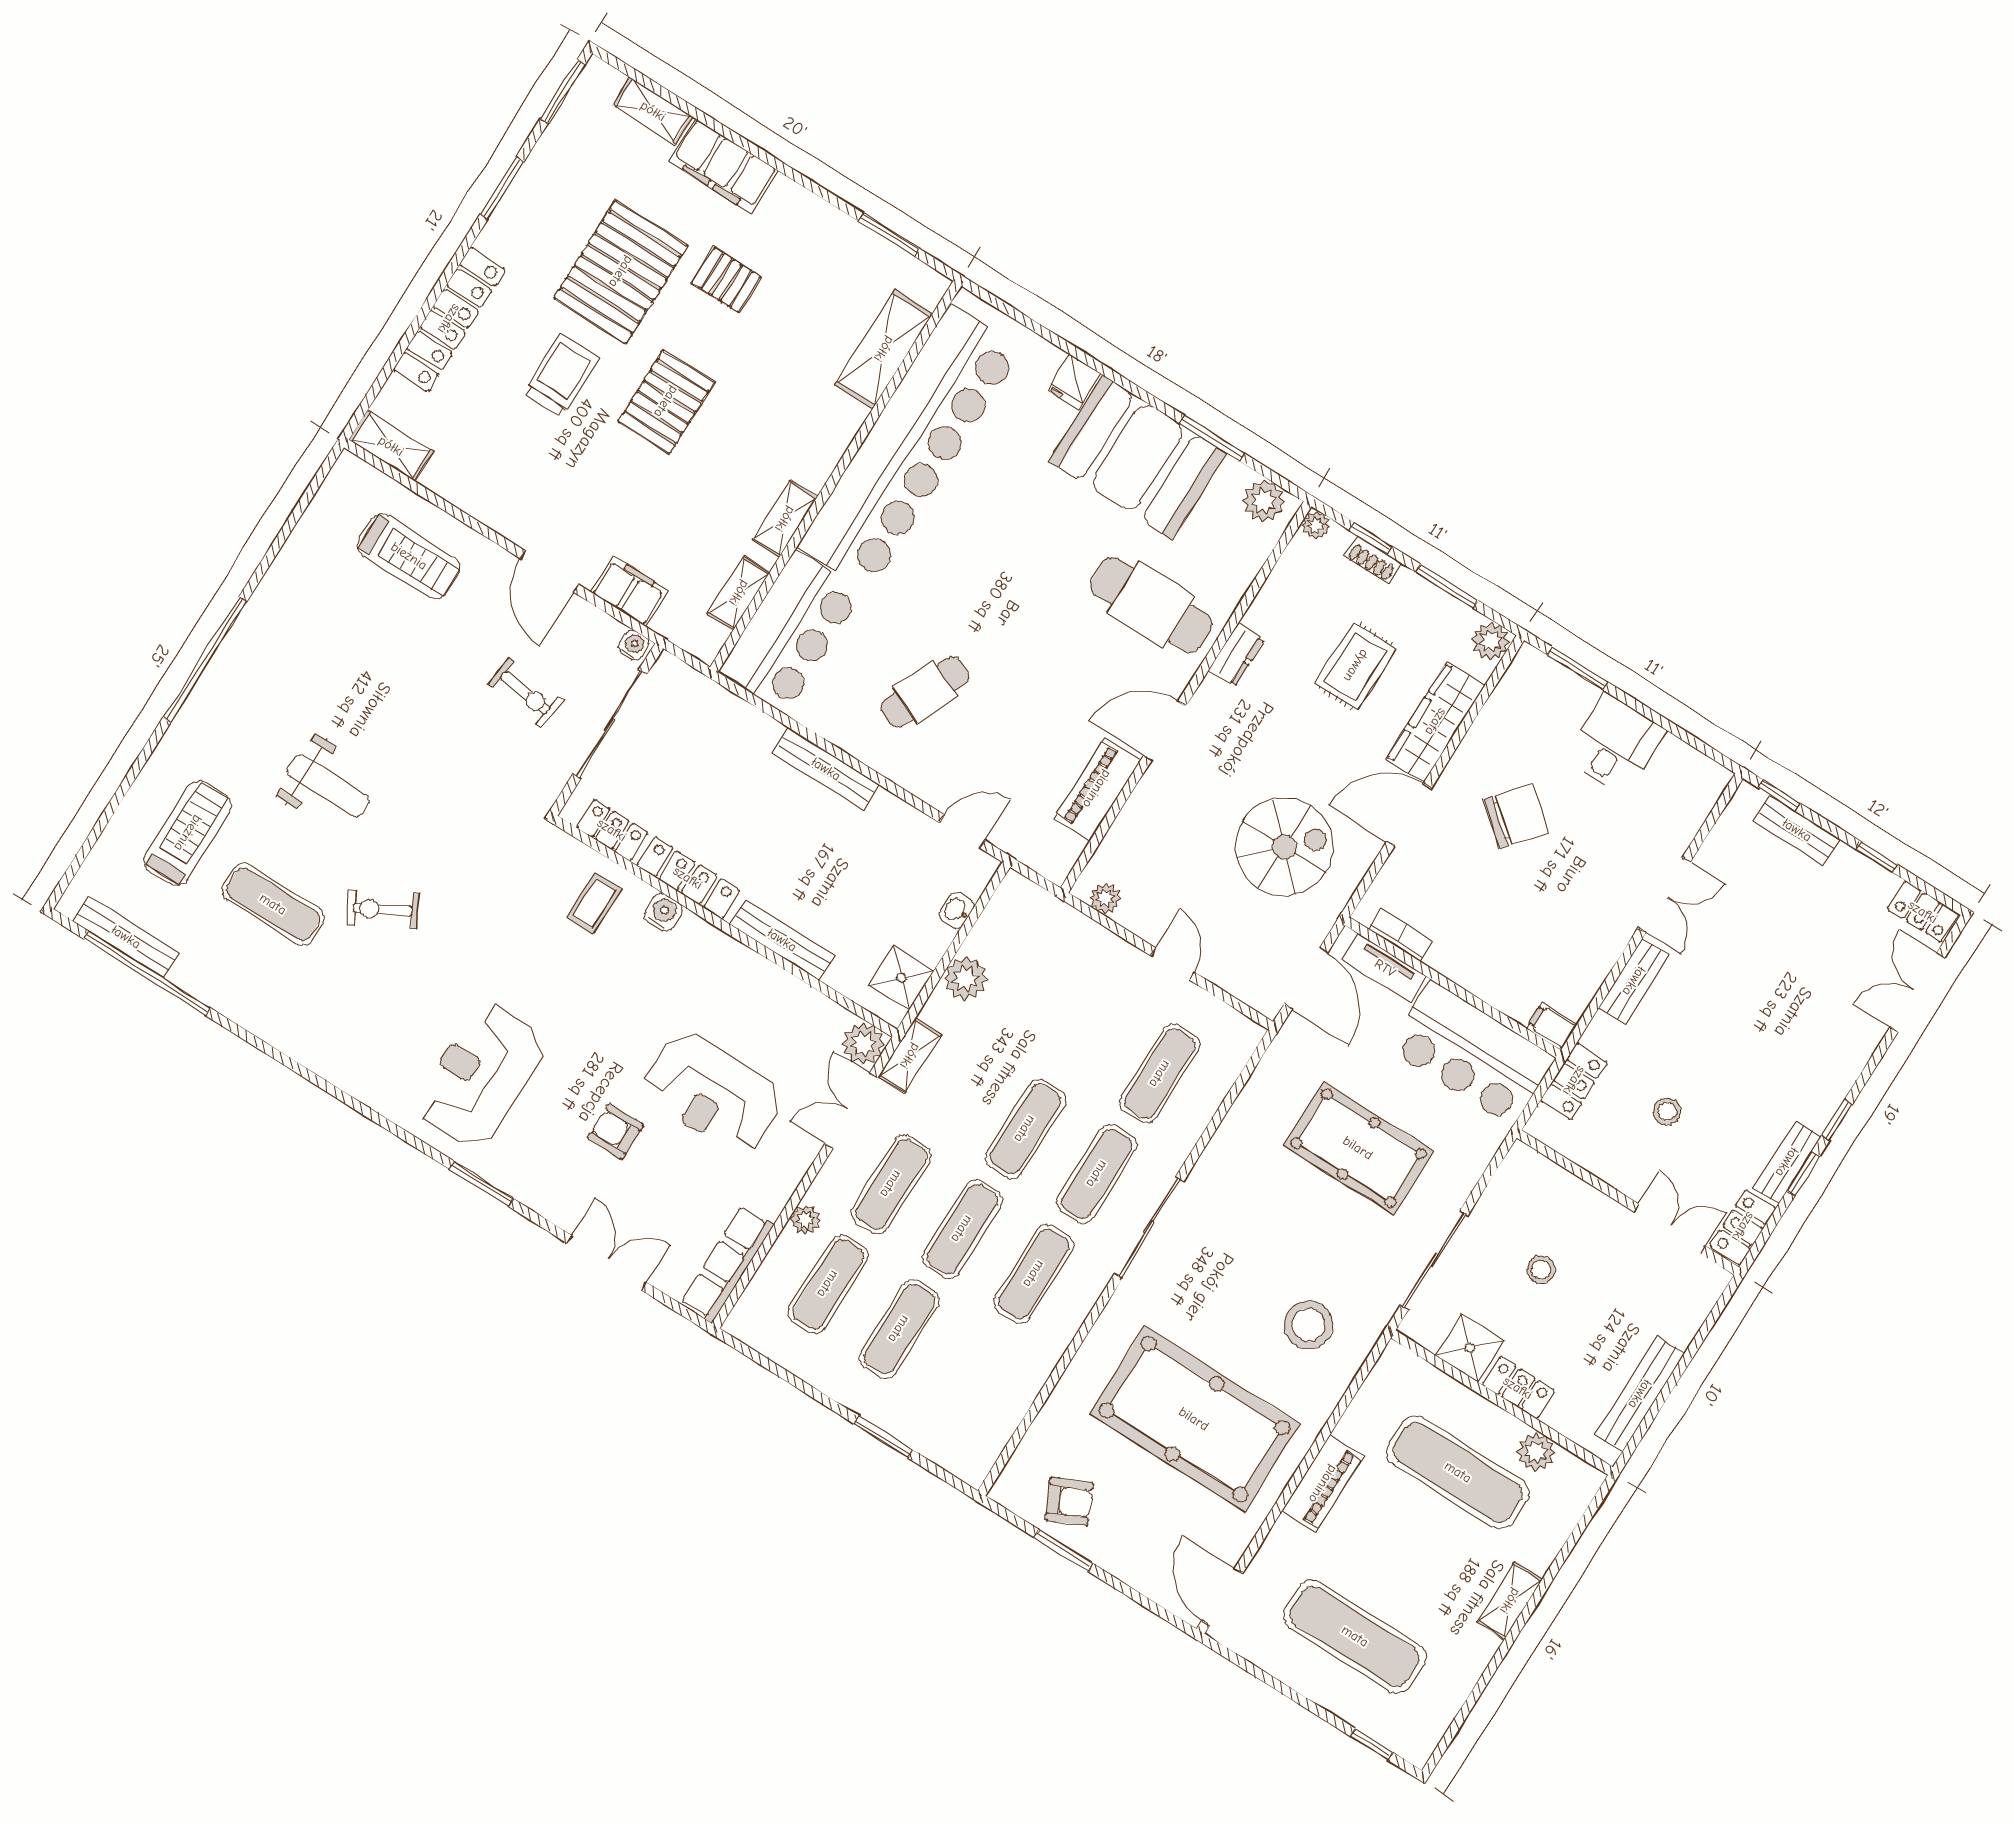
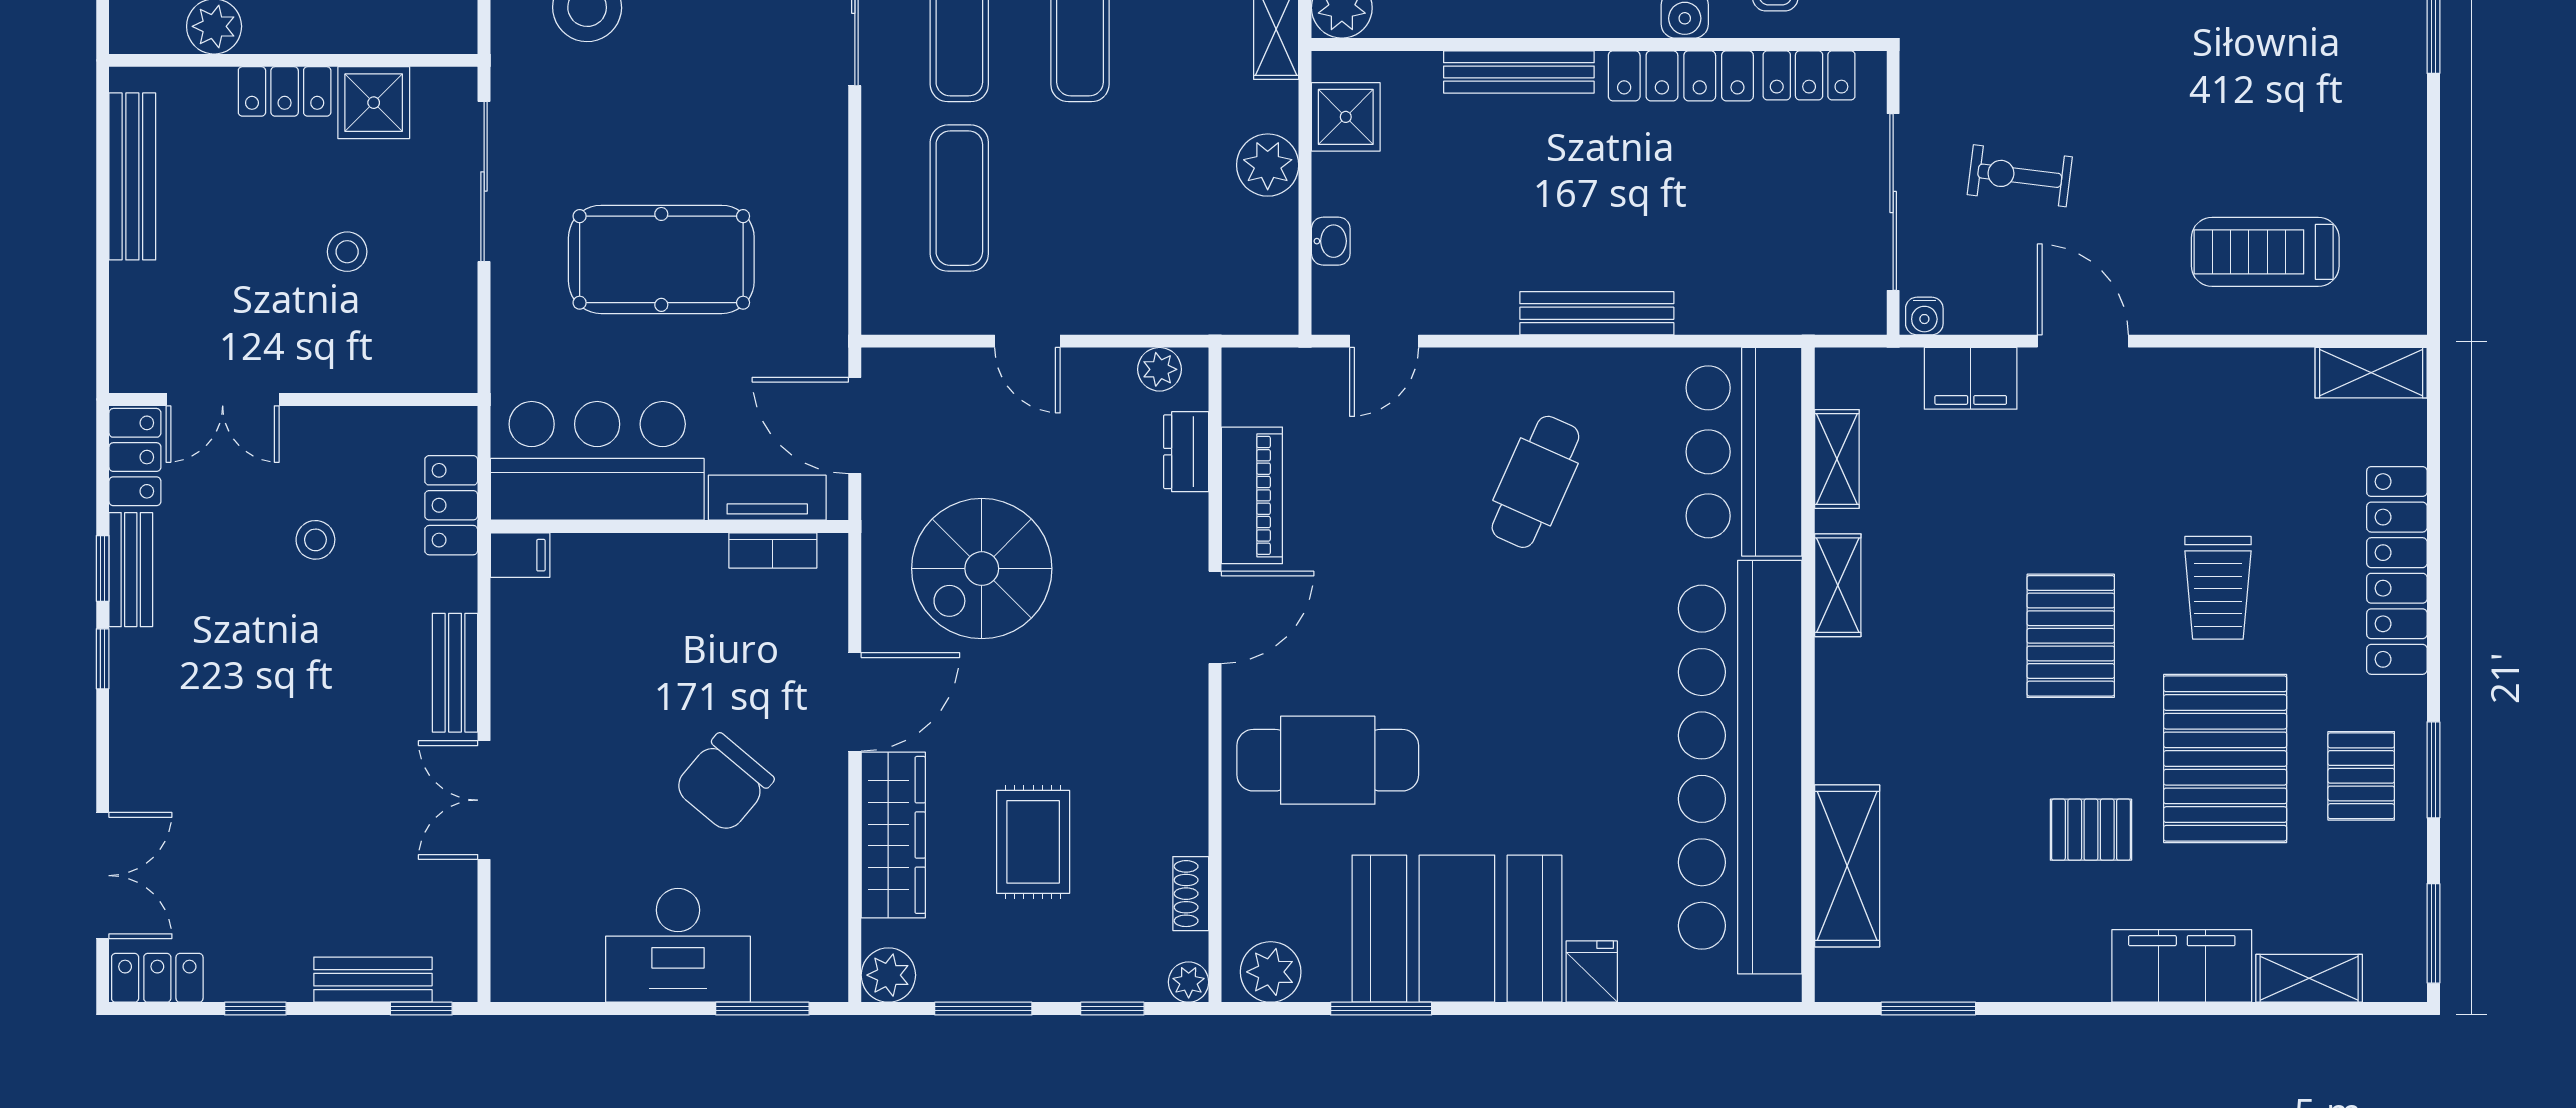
pallet: (547, 211) -> (2361, 776), added
shoe rack: (1373, 560) -> (1191, 894), moved, turned -90
dresser: (1237, 655) -> (1186, 452), moved
desk: (1615, 744) -> (678, 945), width x1.37

